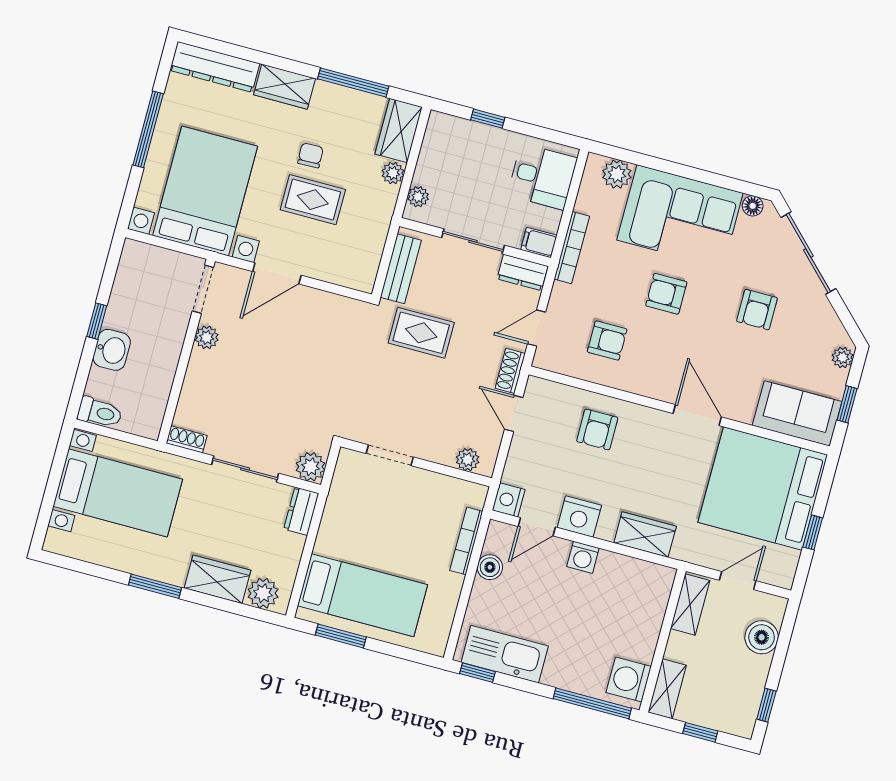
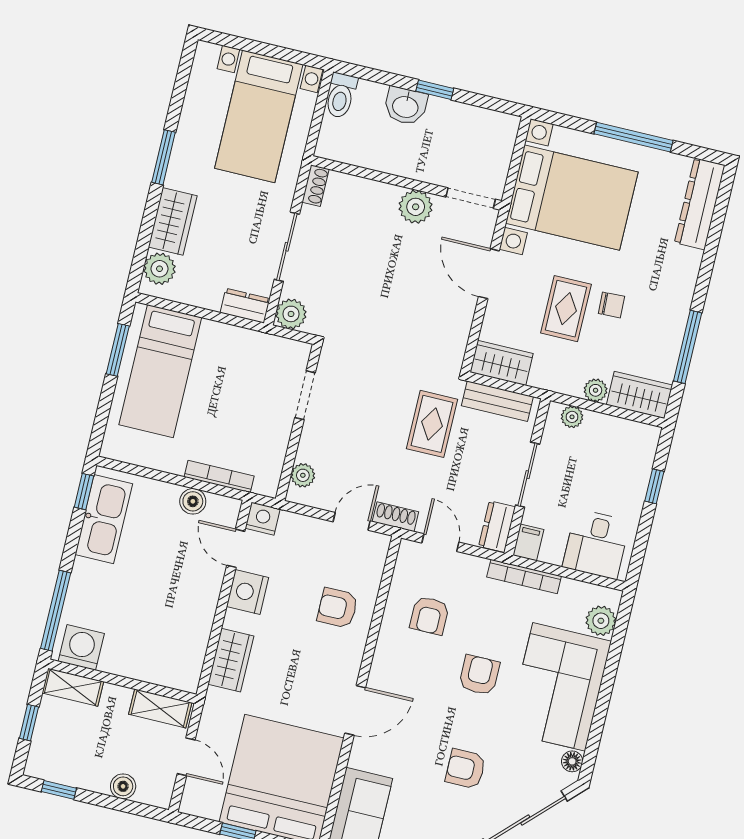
wardrobe: (285, 87) -> (502, 363), moved, turned 90
plant: (207, 337) -> (416, 207), width x1.38, depth x1.38
washing machine: (583, 557) -> (206, 597), removed
boiler: (762, 637) -> (123, 786), width x0.73, depth x0.73

